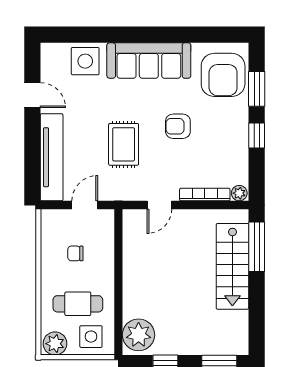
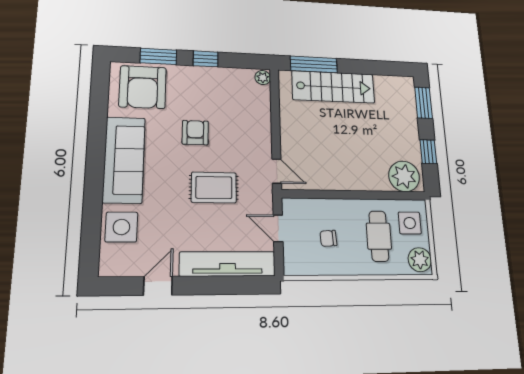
armchair: (223, 75) -> (143, 87), turned 90
armchair: (178, 126) -> (195, 133), turned 180
bookcase: (205, 195) -> (265, 109), removed
door: (159, 205) -> (277, 171), moved
chair: (75, 253) -> (328, 238), turned 86

